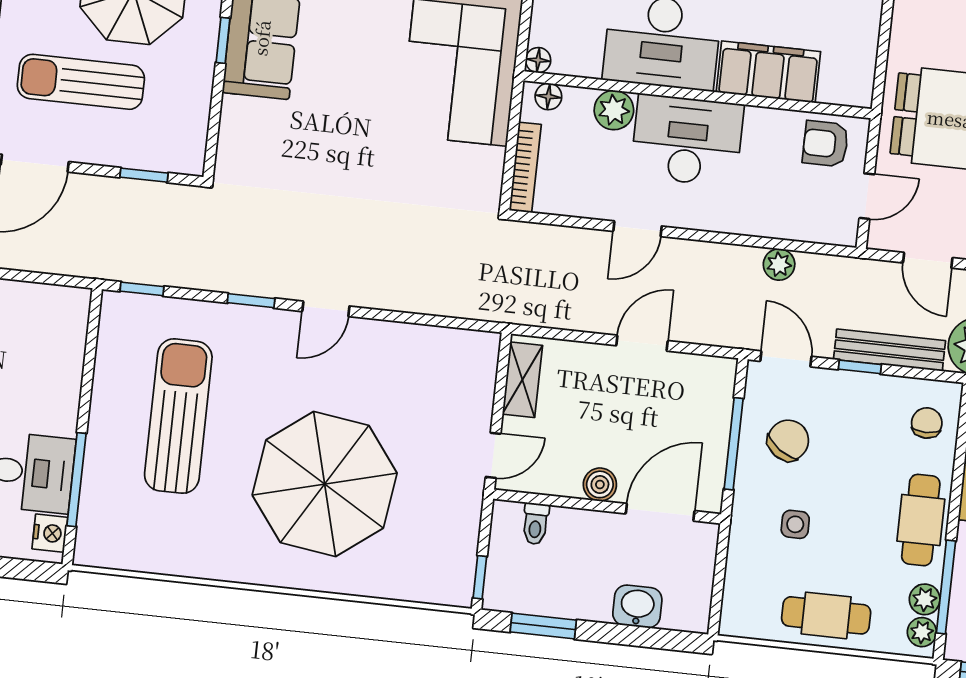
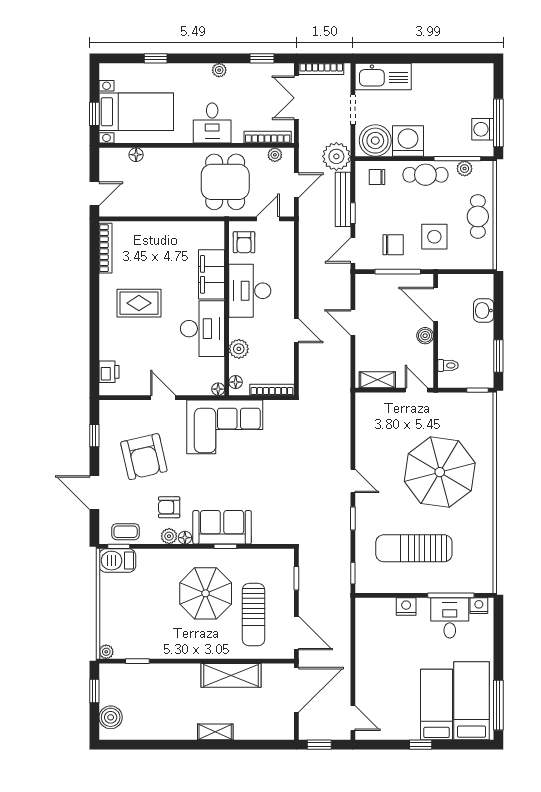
desk: (687, 140) -> (250, 291), moved
door: (867, 196) -> (268, 219), hinge flipped
plant: (779, 264) -> (306, 259), removed
nightstand: (64, 388) -> (406, 606), added
chair: (788, 440) -> (393, 245), turned 145
side table: (795, 524) -> (434, 237), width x1.87, depth x1.87
plant: (922, 632) -> (481, 168), removed

